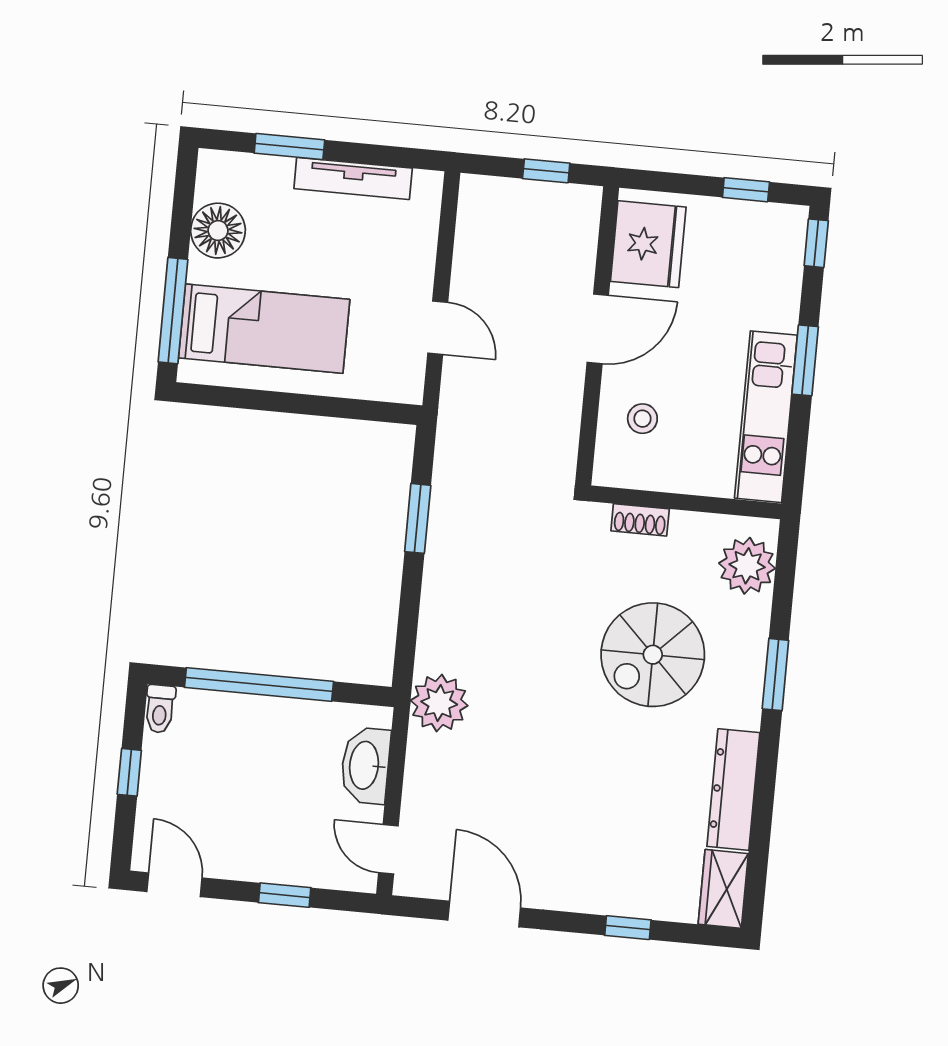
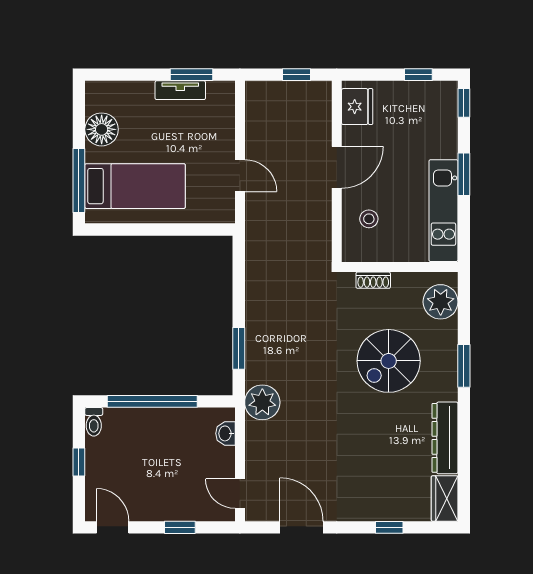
window: (289, 147) -> (192, 75), moved
tv unit: (353, 178) -> (180, 90), width x0.71
fridge: (648, 244) -> (357, 107), width x0.73, depth x0.75
window: (418, 518) -> (239, 348), moved
washbasin: (365, 765) -> (225, 433), width x0.52, depth x0.69

